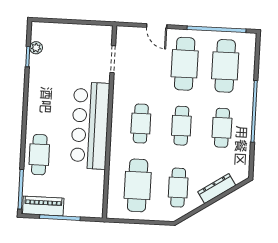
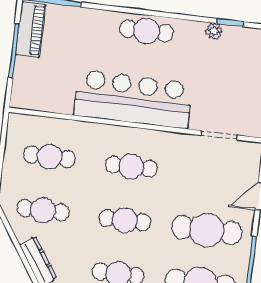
plant: (36, 48) -> (214, 31), moved
cafe table: (39, 155) -> (147, 31), moved
cafe table: (138, 185) -> (49, 157), width x0.73, depth x0.74

